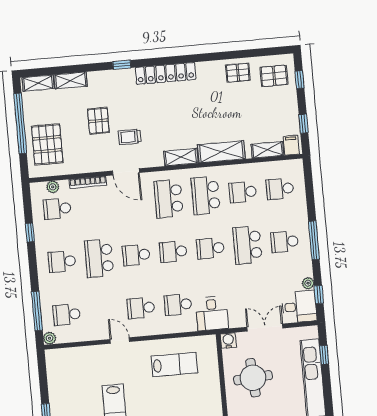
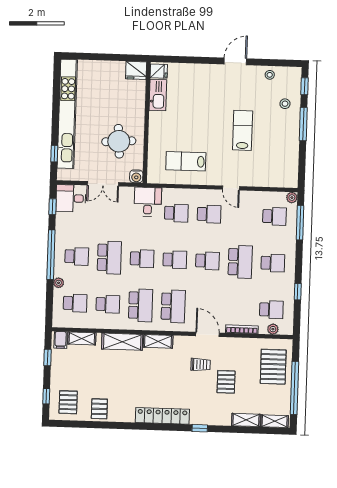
pallet: (238, 73) -> (99, 409), turned 90
pallet: (274, 76) -> (68, 402), turned 90
window: (314, 240) -> (51, 255), width x1.46
plant: (308, 283) -> (59, 283), moved

